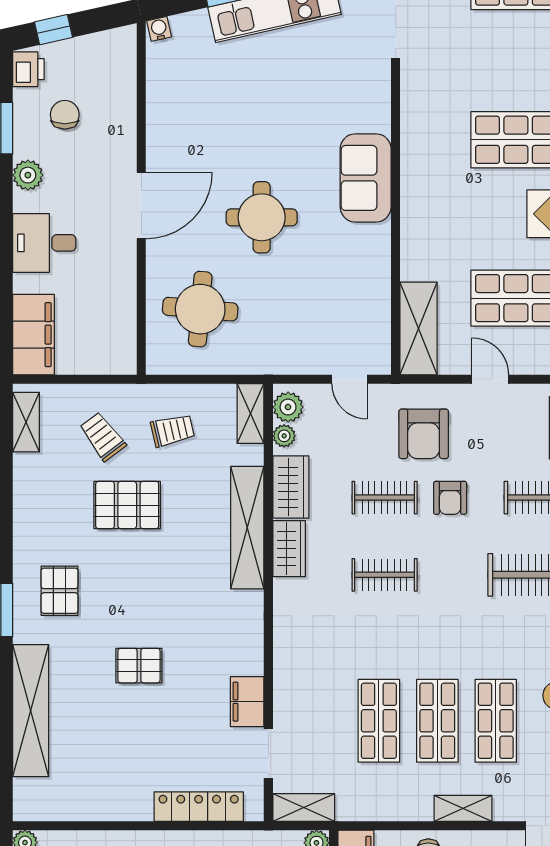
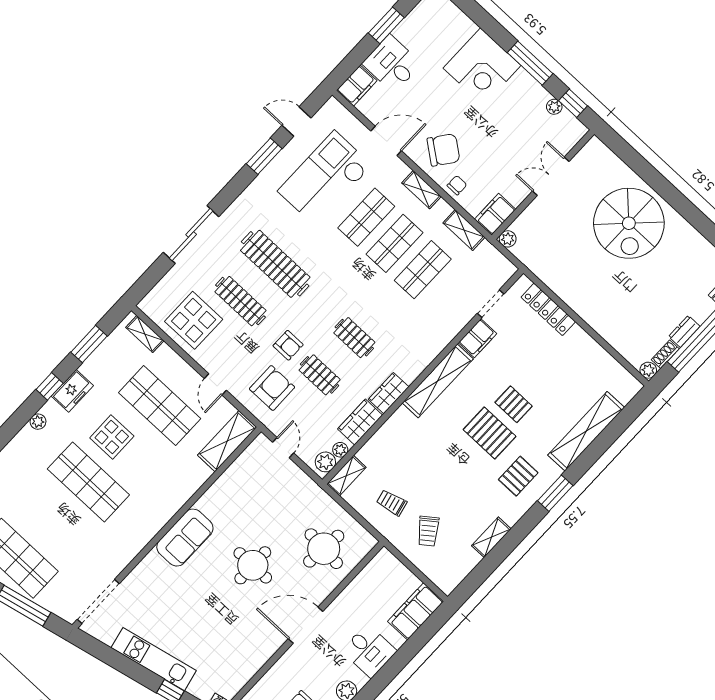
shelving: (26, 422) -> (491, 537), moved
armchair: (450, 498) -> (288, 345), turned 90
pallet: (127, 505) -> (490, 433), moved
shelving: (247, 528) -> (438, 381), moved
shelving: (304, 807) -> (464, 230), moved

